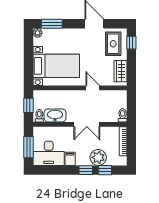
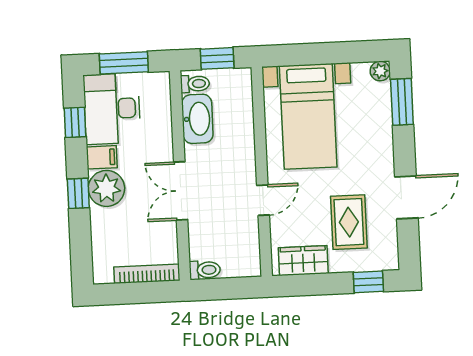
rug: (113, 44) -> (349, 222), moved, turned 90
plant: (98, 157) -> (106, 188), moved
window: (105, 170) -> (75, 122), moved

